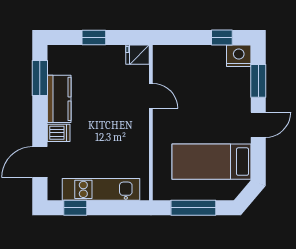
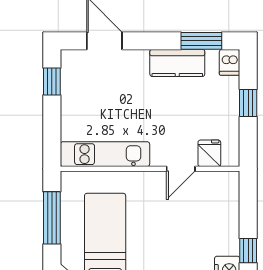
fridge: (137, 55) -> (209, 153), moved
dishwasher: (59, 133) -> (230, 62), moved
kitchen unit: (101, 189) -> (105, 154), moved, turned -90

